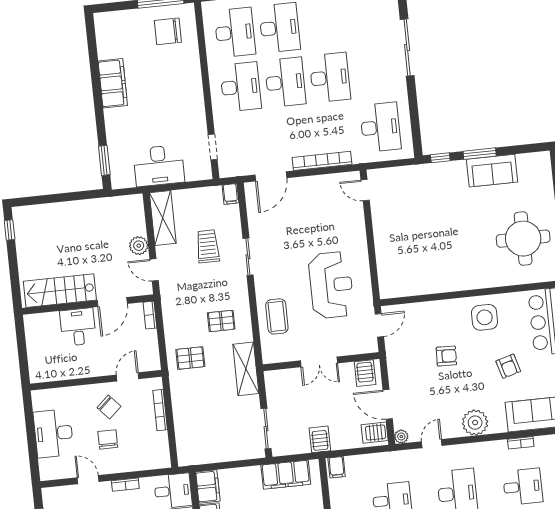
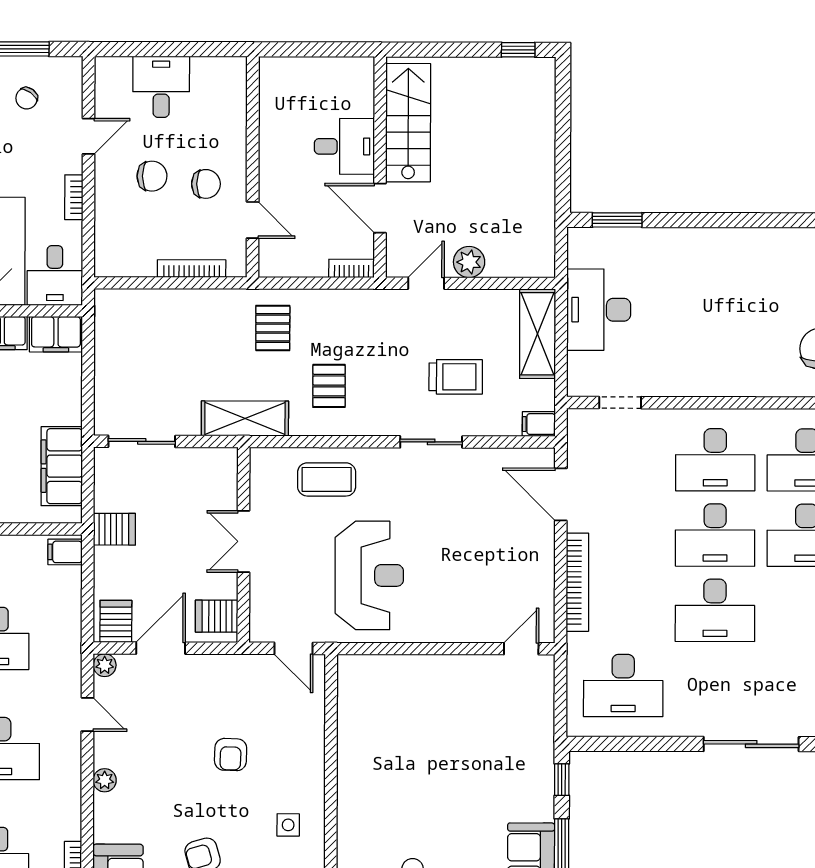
filing cabinet: (113, 83) -> (744, 248), removed
shelving: (163, 218) -> (538, 334), moved, turned 90
reception desk: (331, 285) -> (369, 575), turned -90
side table: (485, 317) -> (288, 825), width x0.54, depth x0.54
chair: (109, 407) -> (206, 184), turned -138
plant: (475, 423) -> (105, 780), width x0.53, depth x0.53
desk: (54, 433) -> (161, 87), width x0.73

